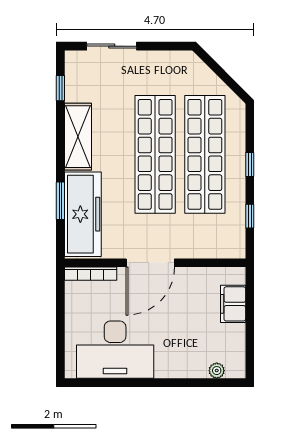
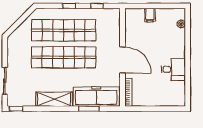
window: (60, 88) -> (16, 109), moved
filing cabinet: (233, 304) -> (150, 15), width x0.50
desk: (115, 350) -> (173, 69), width x0.53, depth x0.77

